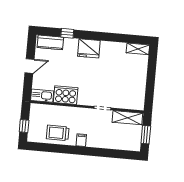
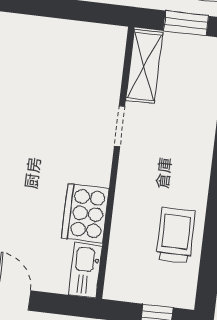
trolley: (58, 133) -> (176, 235), turned 180
filing cabinet: (81, 140) -> (195, 179), removed

